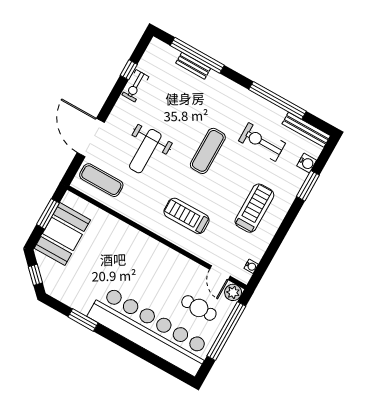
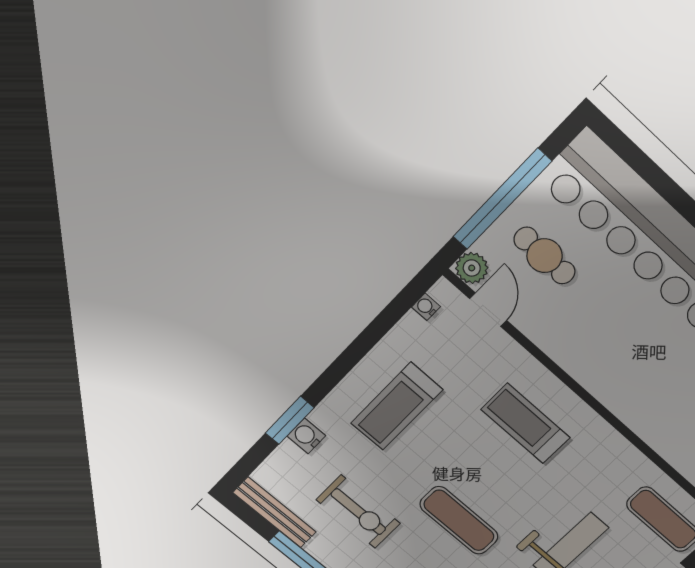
exercise mat: (208, 151) -> (459, 520), turned 90
water cooler: (307, 163) -> (306, 436), moved
treadmill: (186, 216) -> (525, 423), turned 180

